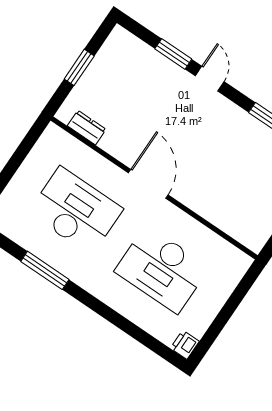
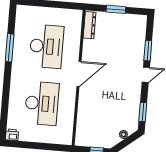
dresser: (87, 128) -> (90, 25), width x1.44
desk: (162, 269) -> (42, 103), turned 180

